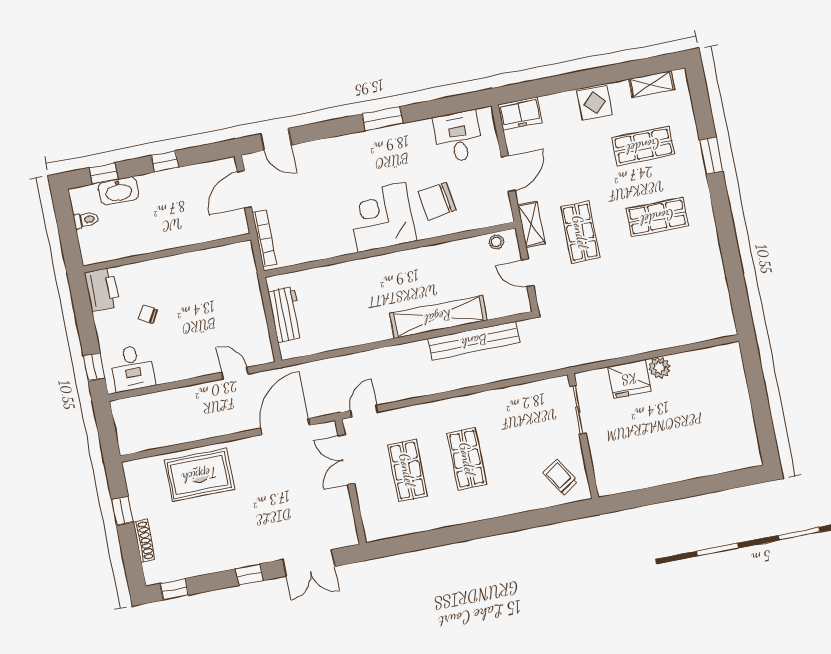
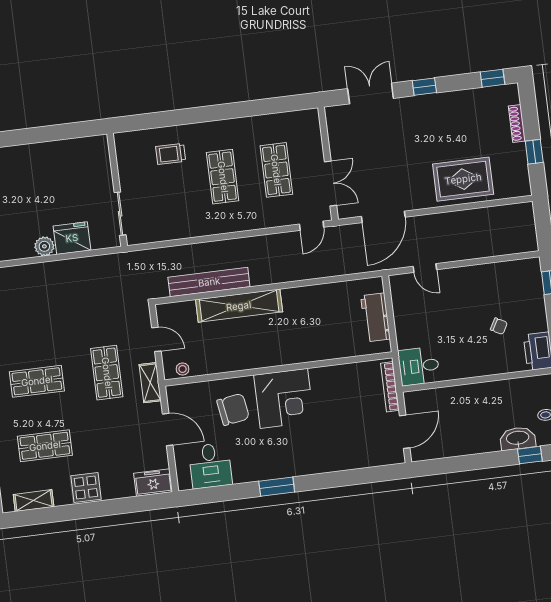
door: (276, 140) -> (373, 475), removed
window: (165, 161) -> (474, 462), removed
door: (508, 174) -> (168, 429), swing flipped
desk: (132, 368) -> (419, 366), moved, turned -90
trolley: (560, 477) -> (171, 154), moved, turned 122

